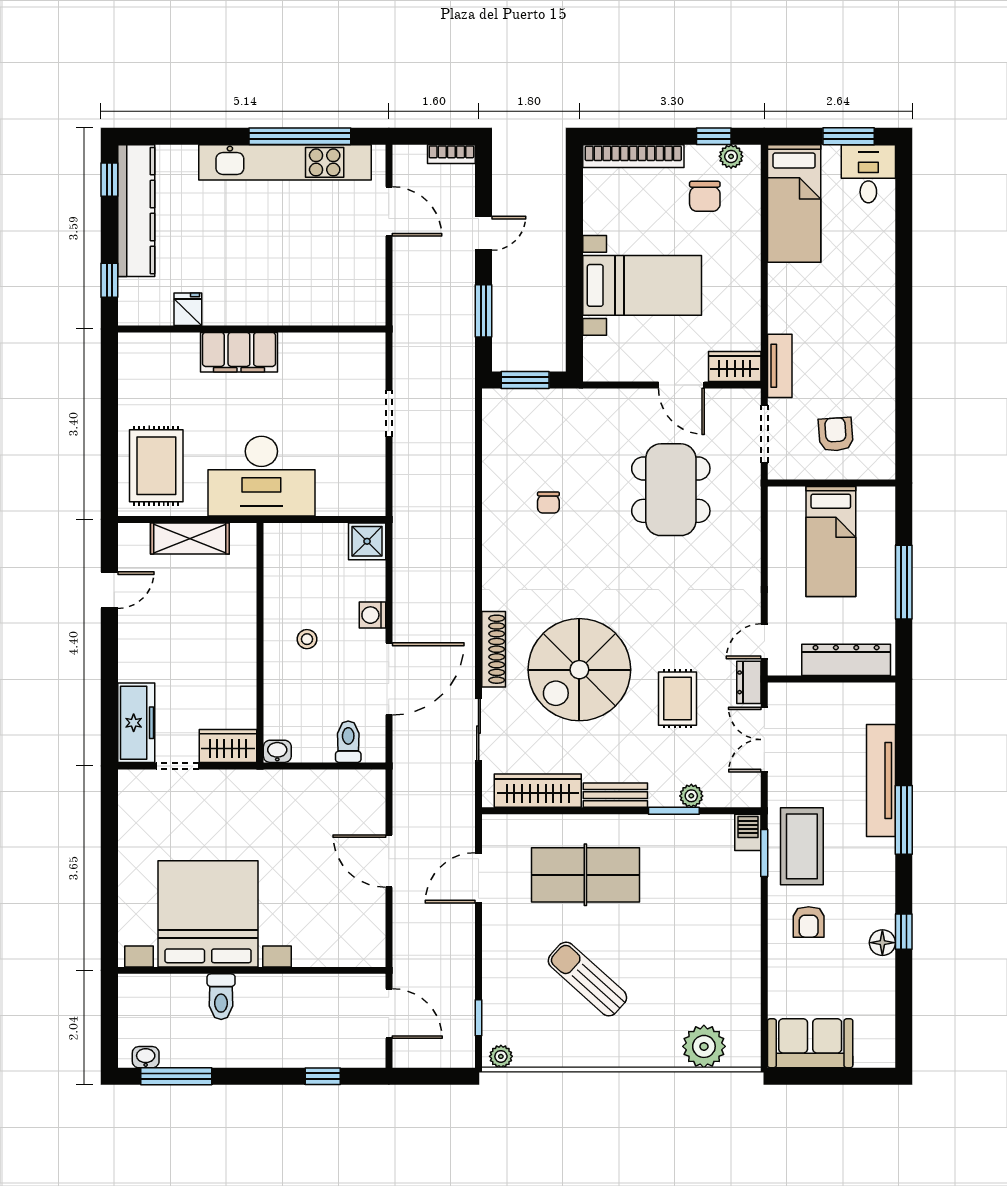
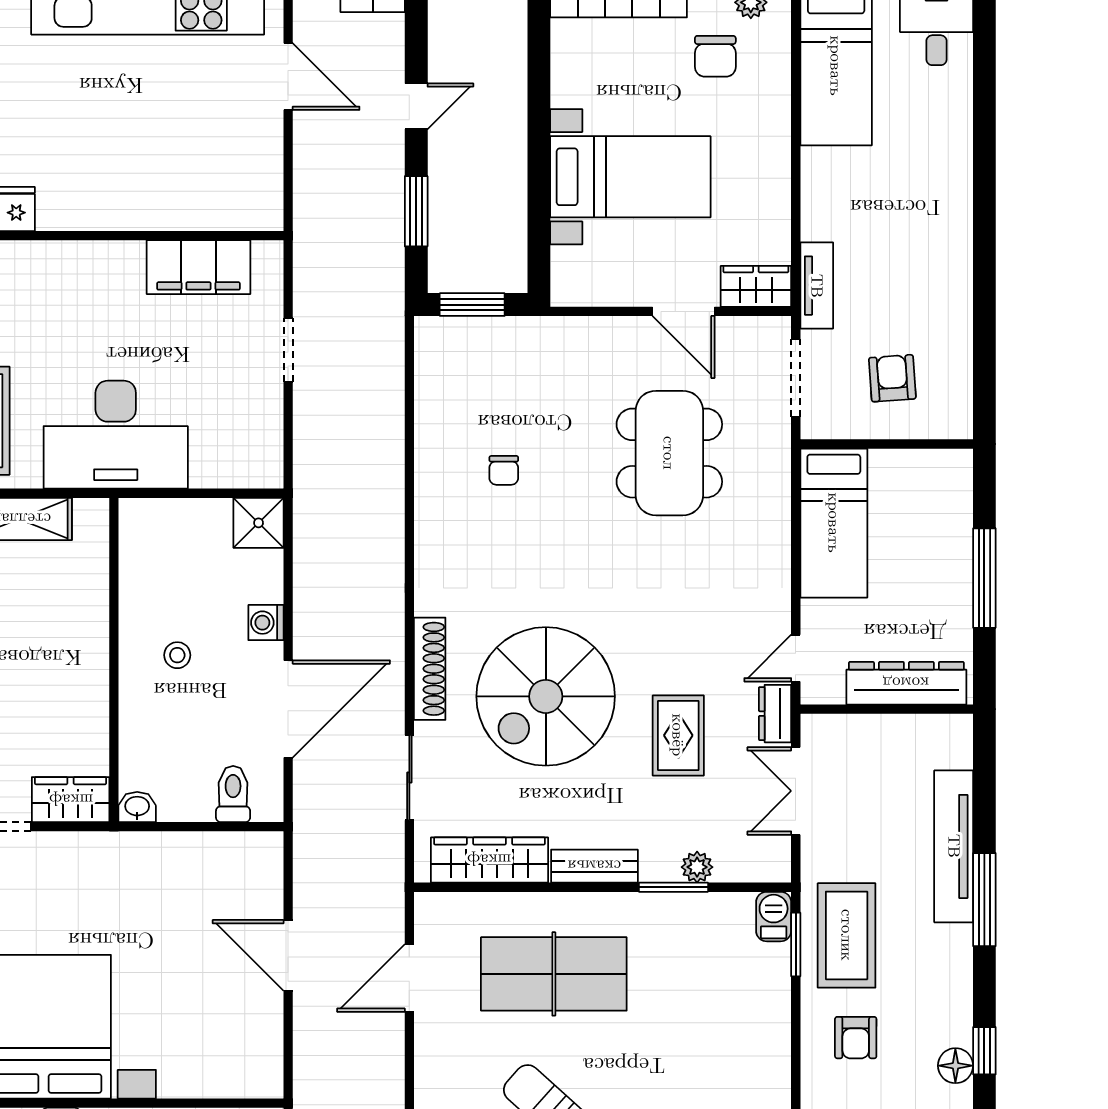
filing cabinet: (239, 352) -> (198, 267), moved
bed: (831, 541) -> (834, 523), moved

